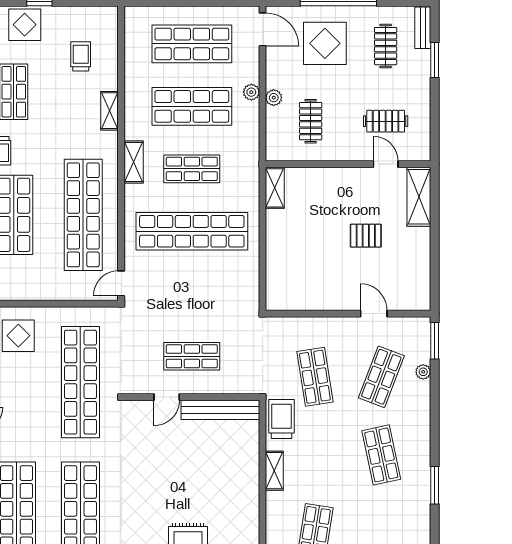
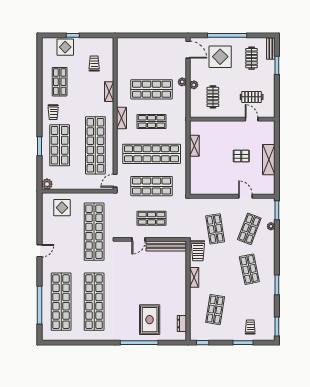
shop shelf: (192, 44) -> (152, 186), moved
shelving: (275, 188) -> (194, 146), moved
shelving: (419, 197) -> (269, 160), moved
trolley: (282, 419) -> (198, 251), turned 180

